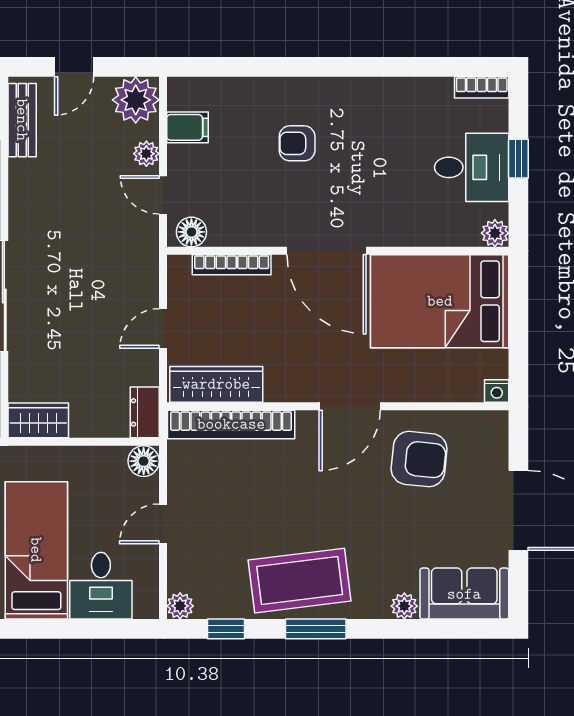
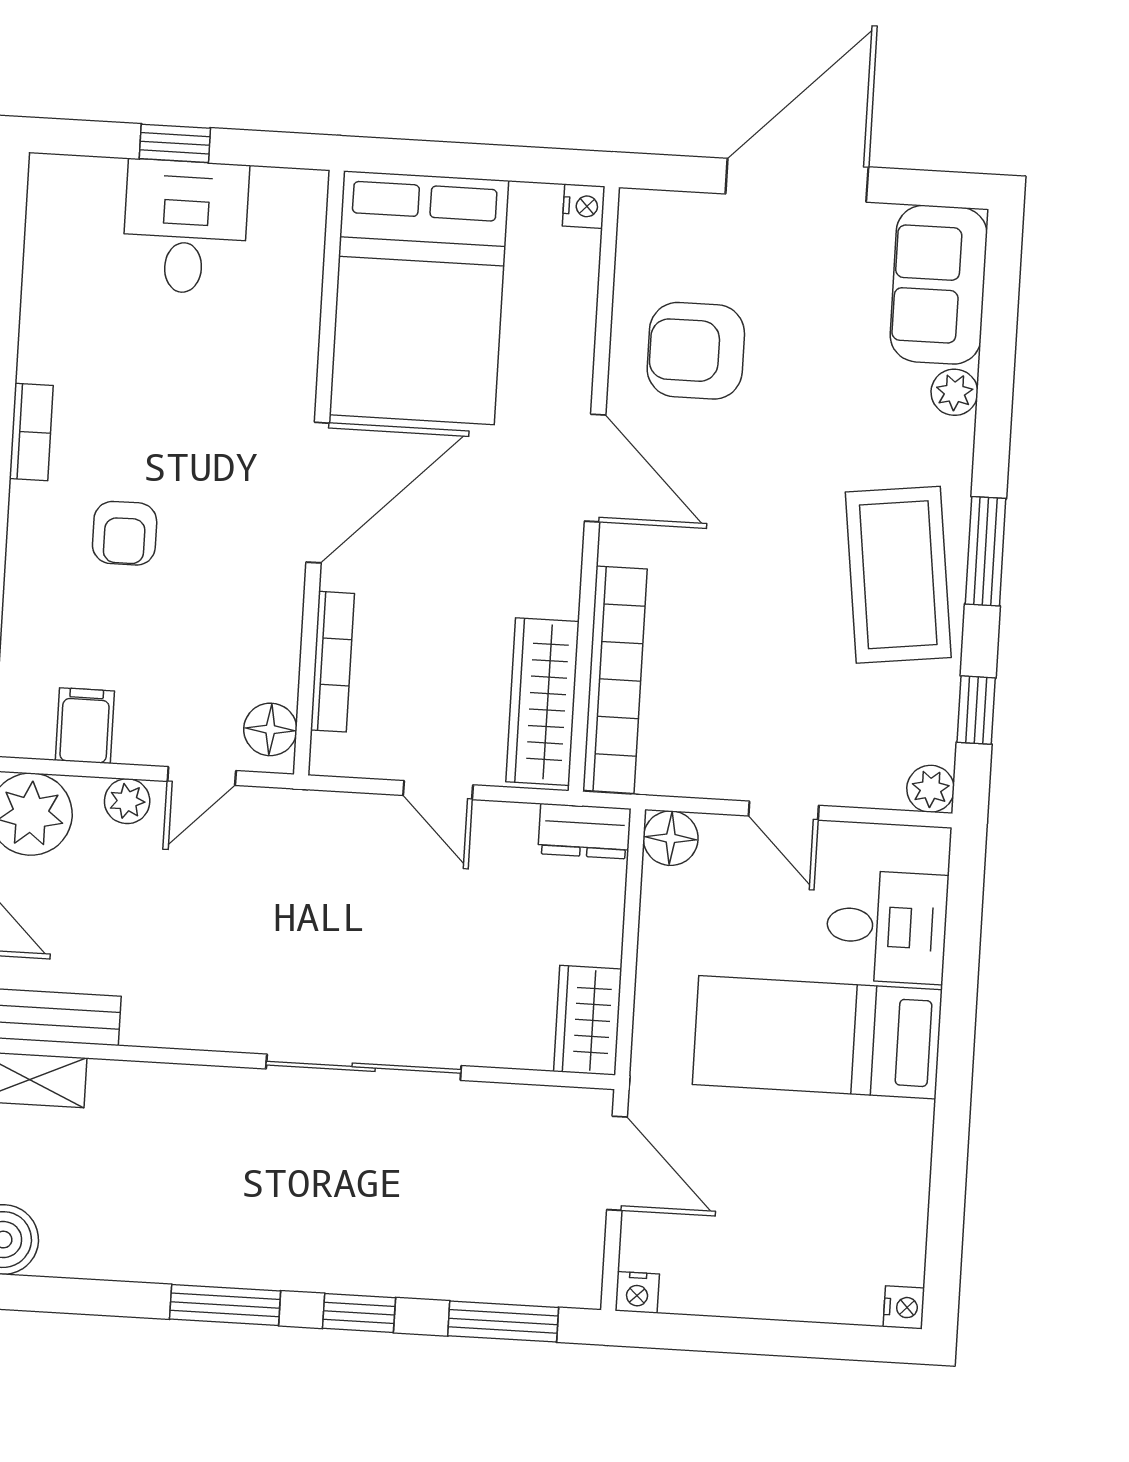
bookcase: (482, 87) -> (31, 432), moved
plant: (495, 233) -> (304, 193), removed
armchair: (419, 459) -> (696, 351), turned -96

